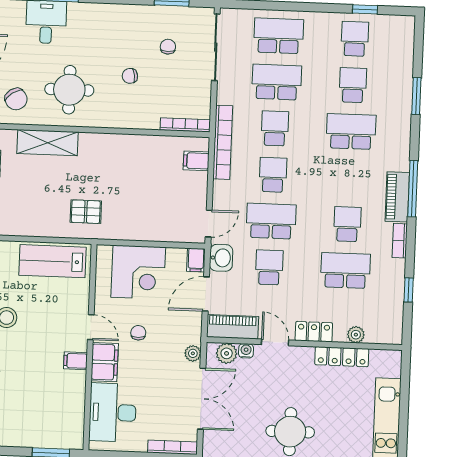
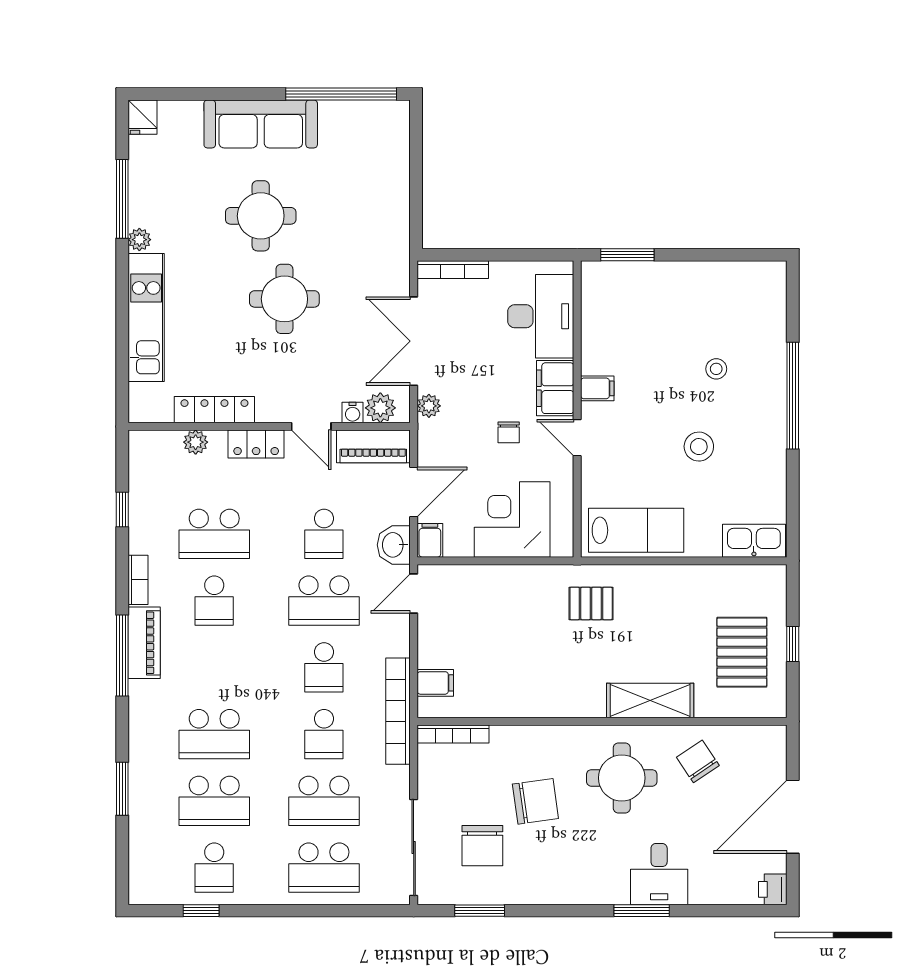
chair: (168, 47) -> (482, 846), width x1.87, depth x1.87
chair: (130, 76) -> (535, 801), width x1.87, depth x1.87
school desk: (353, 85) -> (214, 801), width x1.85

